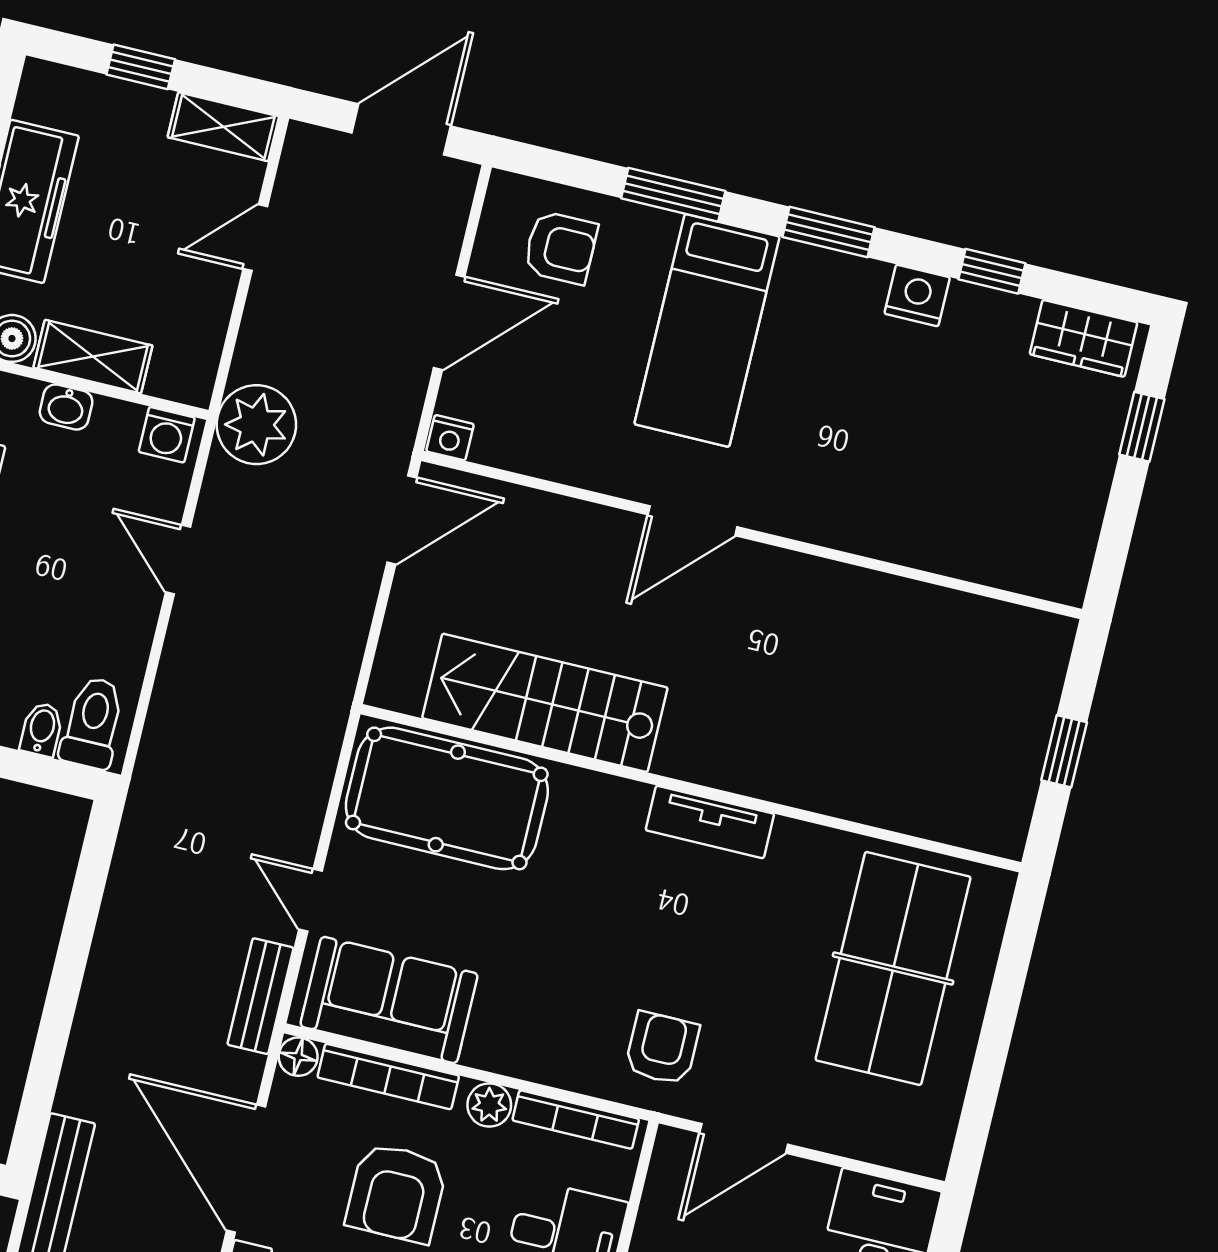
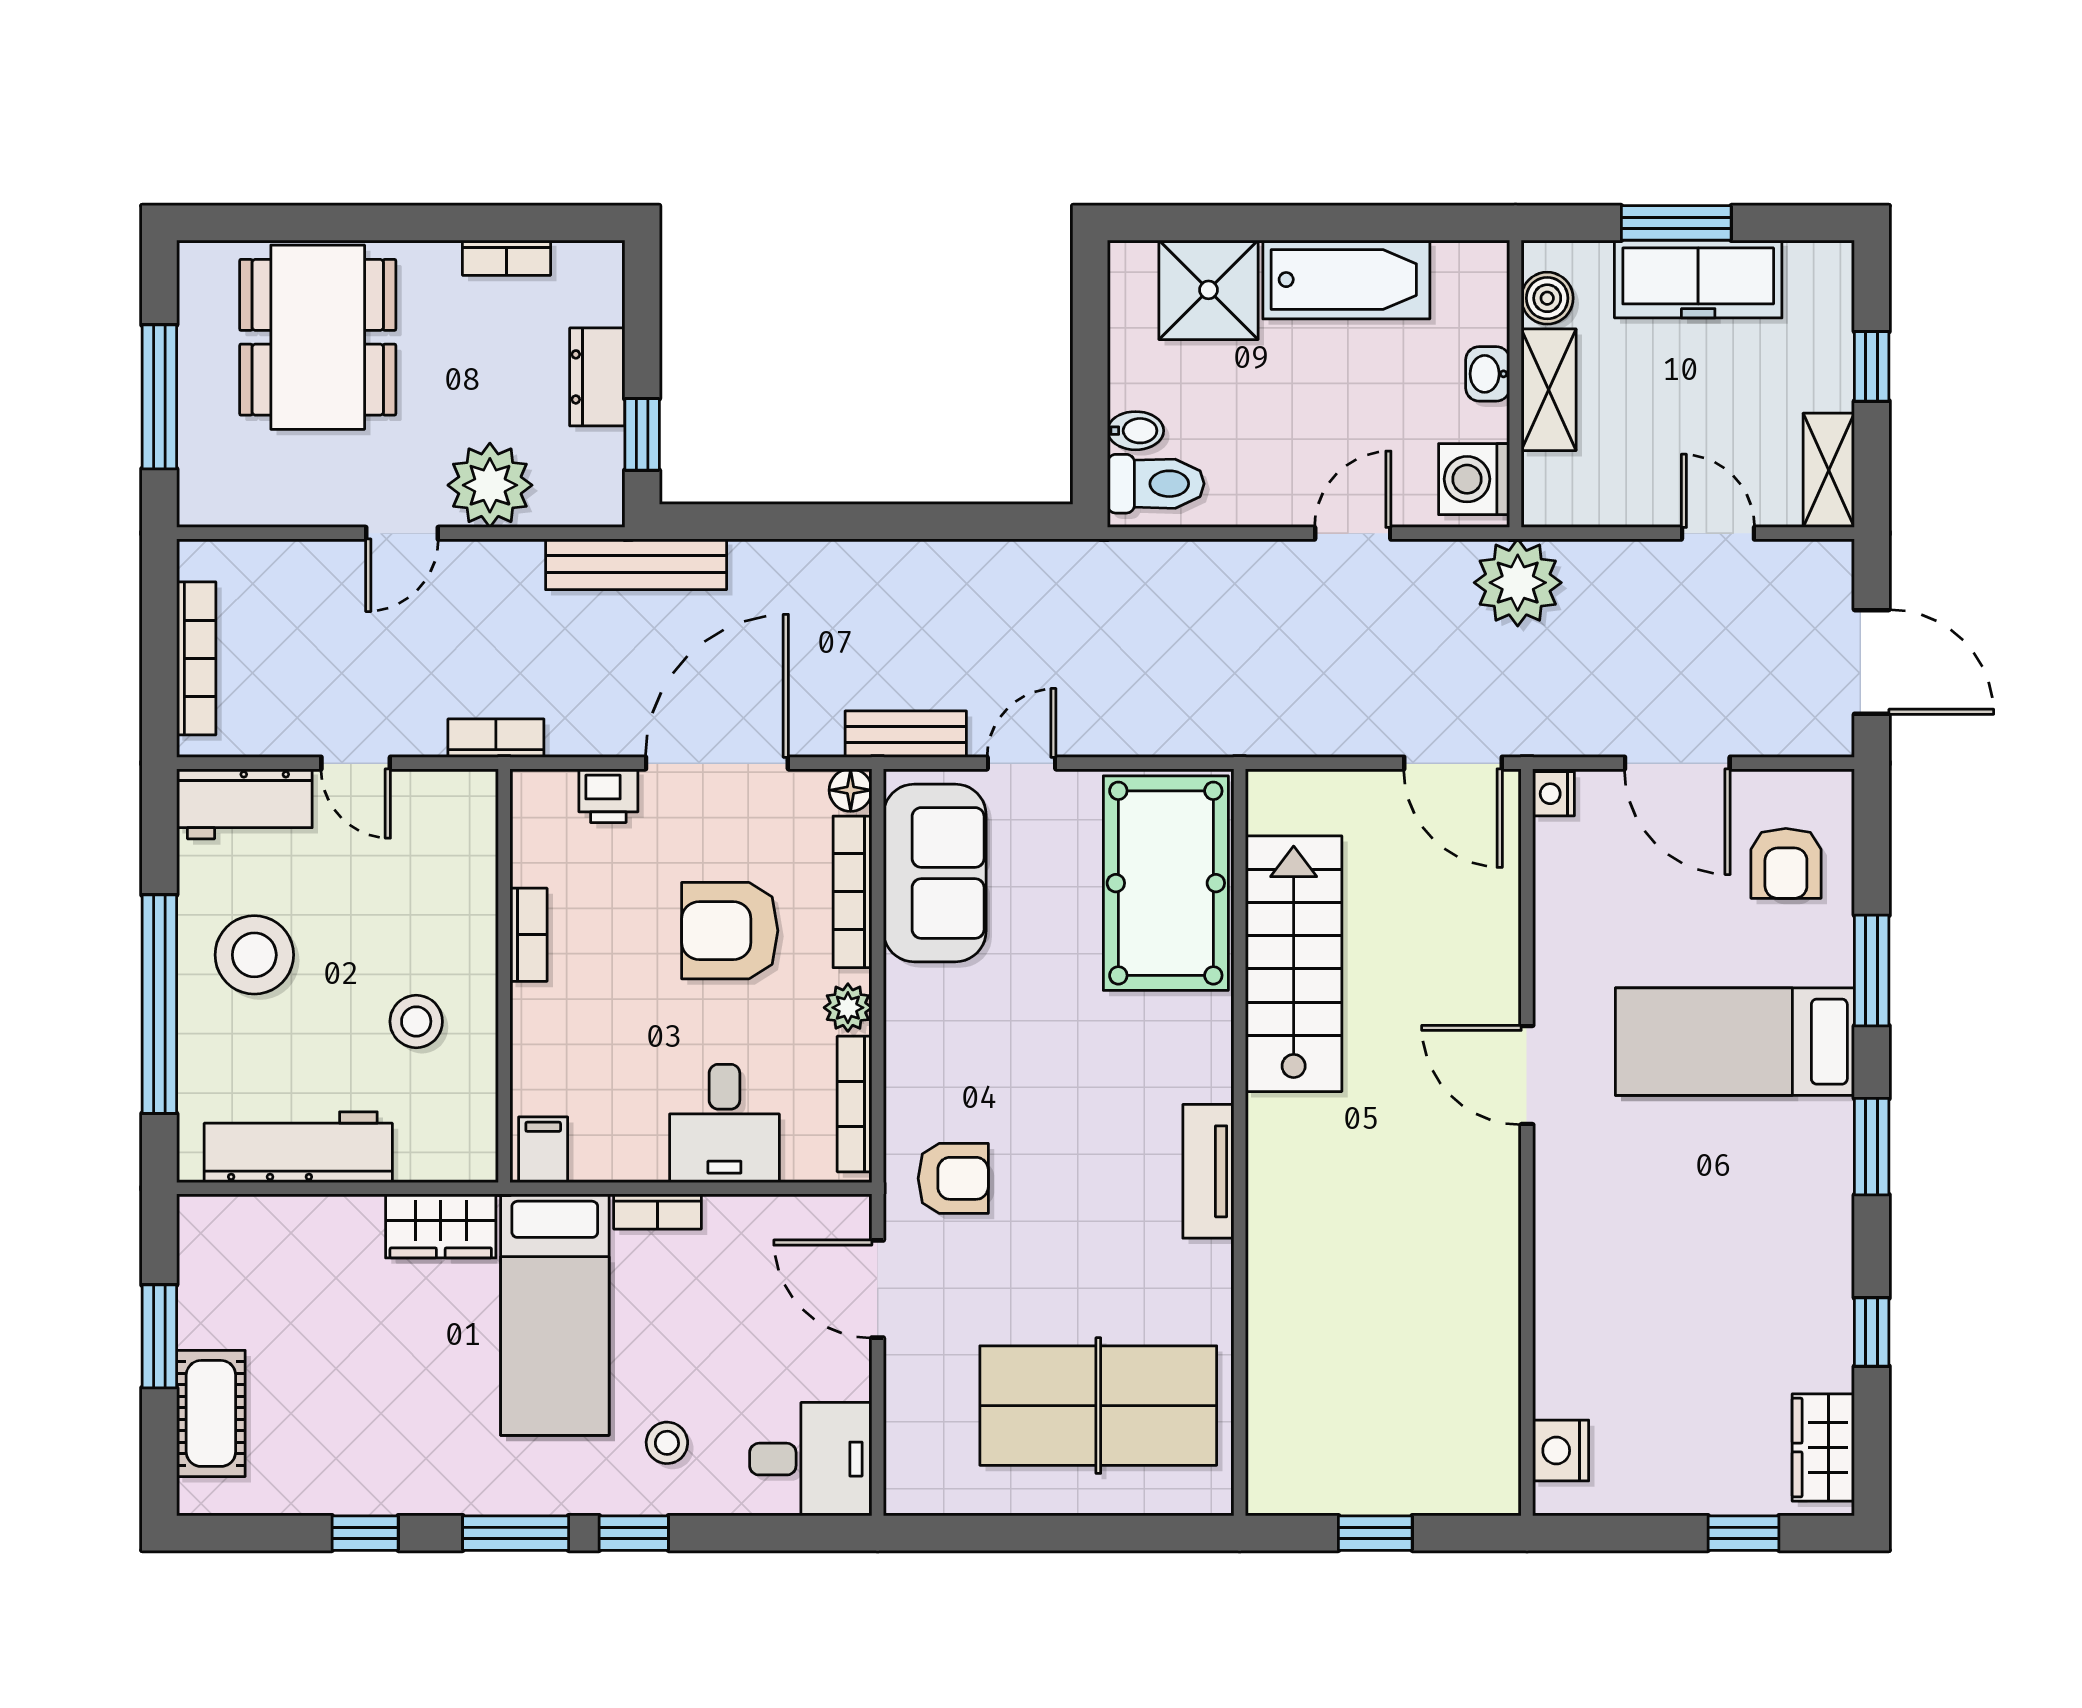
nightstand: (917, 295) -> (1561, 1451), moved, turned 180
washing machine: (167, 435) -> (1474, 479), width x1.38, depth x1.38

